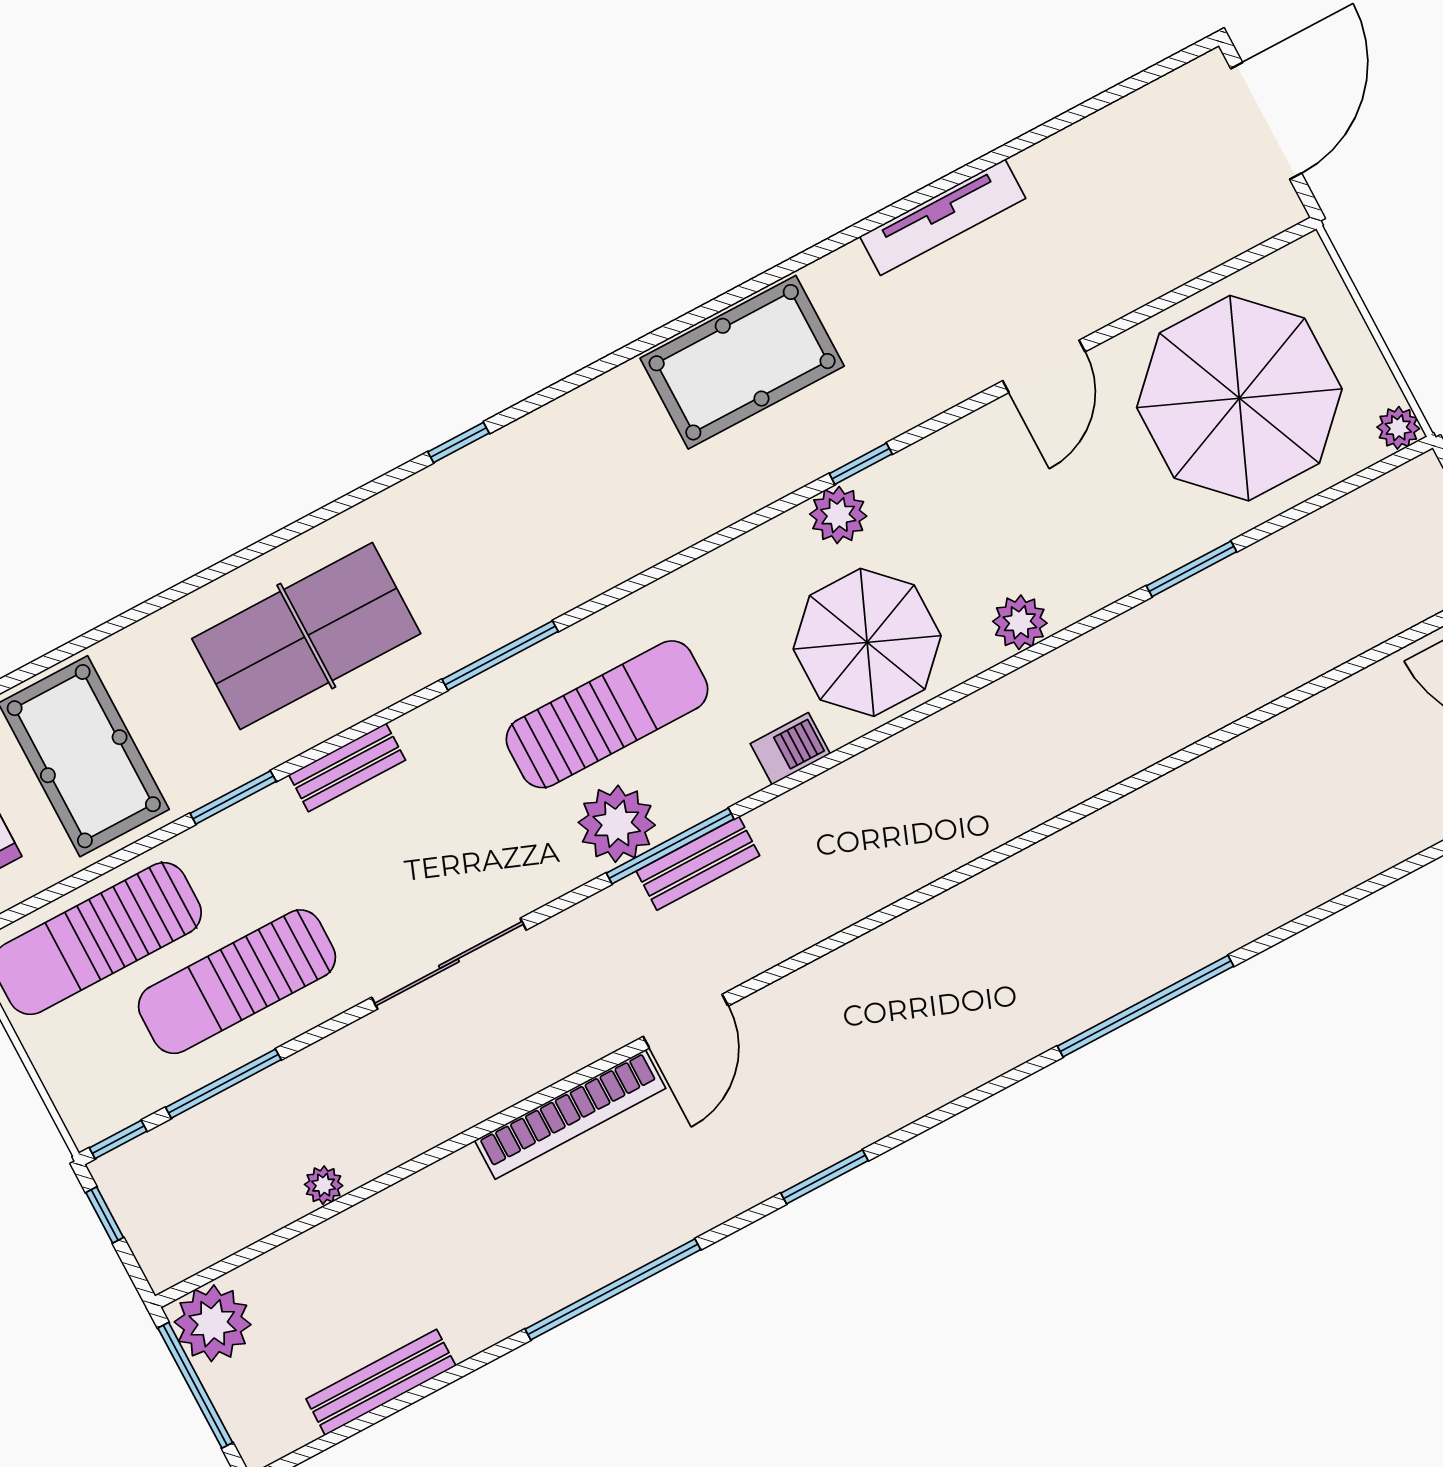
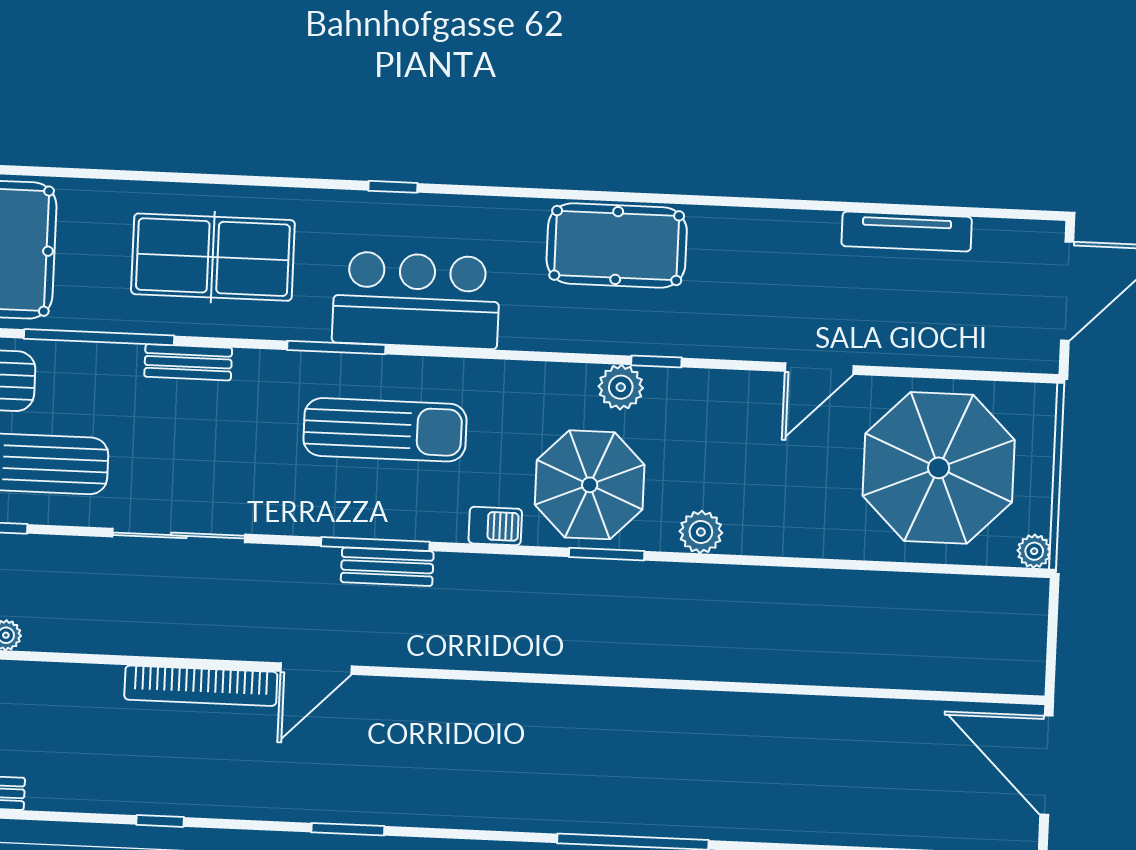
tv unit: (943, 217) -> (907, 232), moved
bar counter: (557, 552) -> (416, 300), added
window: (1191, 569) -> (607, 554), moved
window: (233, 797) -> (99, 337), width x2.11
plant: (617, 824) -> (348, 508), removed
window: (613, 1289) -> (160, 821), width x0.32

